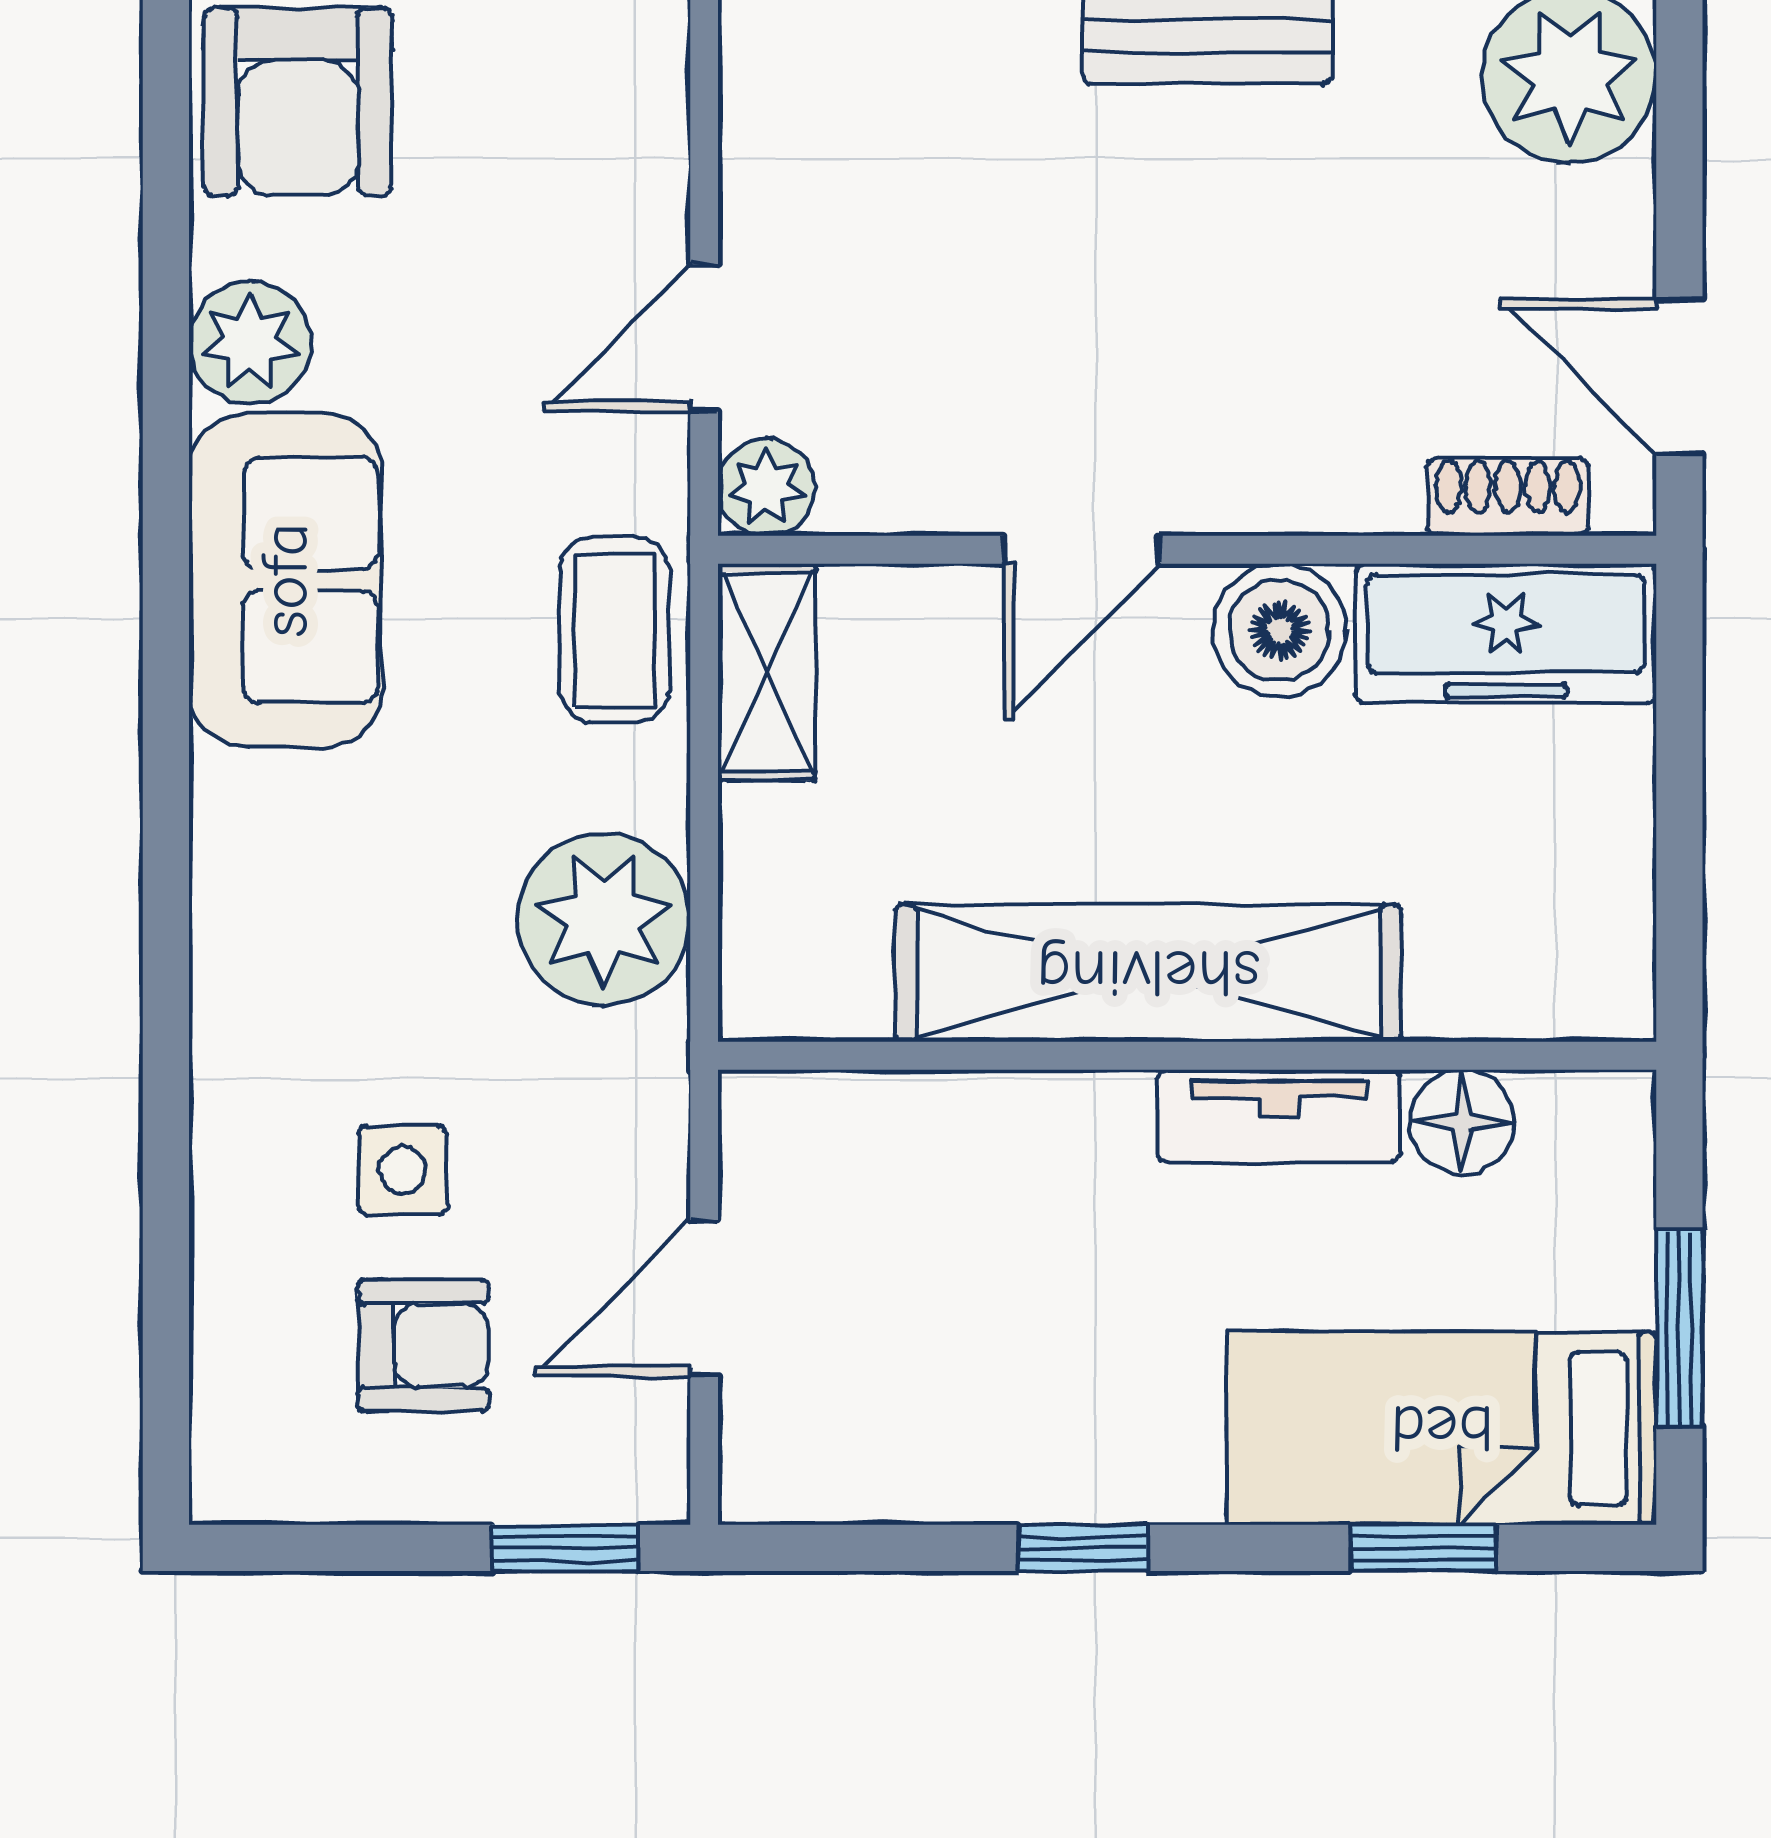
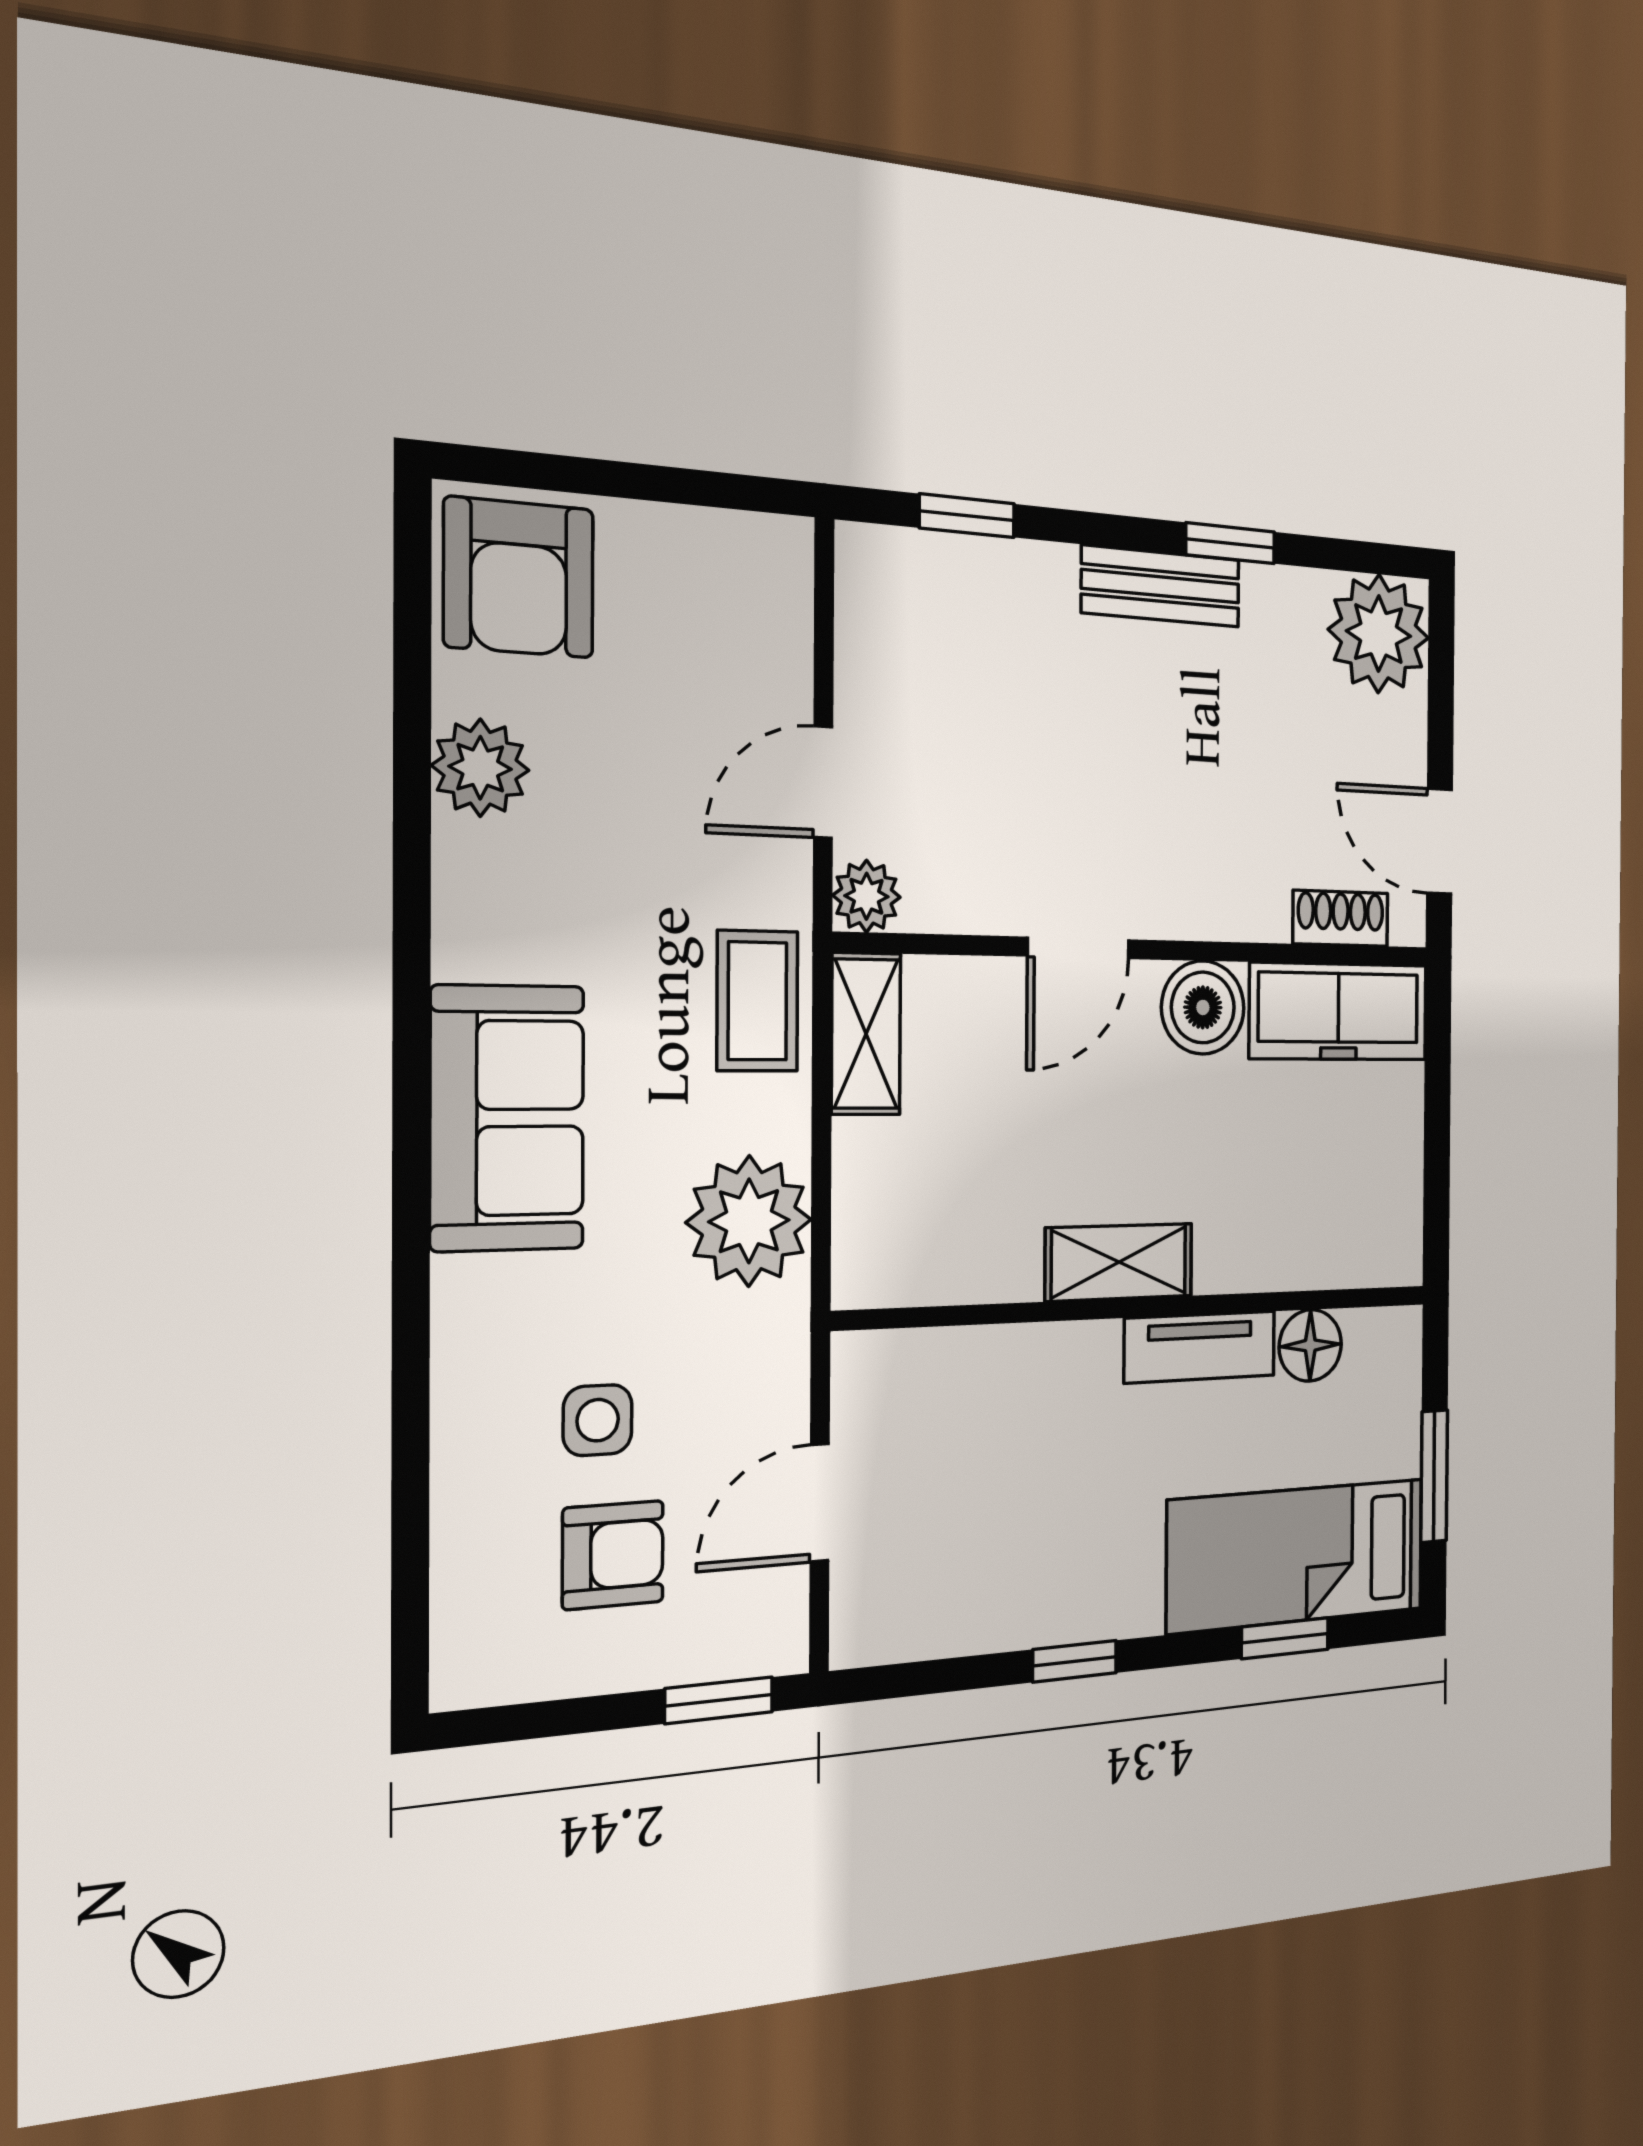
sofa: (285, 580) -> (507, 1118), moved
shelving: (1148, 973) -> (1119, 1262), width x0.45, depth x0.75

